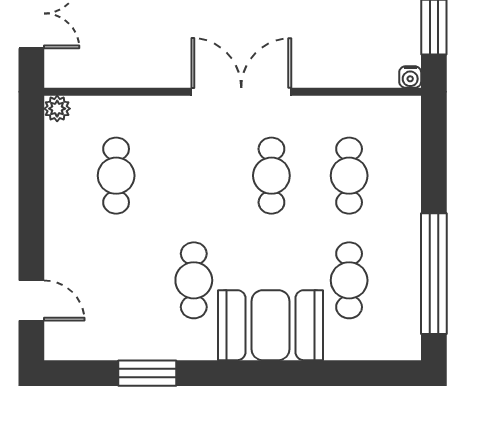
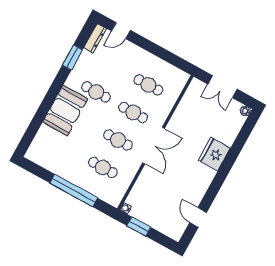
plant: (57, 109) -> (184, 77), removed
window: (434, 274) -> (74, 191), moved
cafe table: (349, 280) -> (133, 112), moved
dresser: (79, 347) -> (95, 38), added

